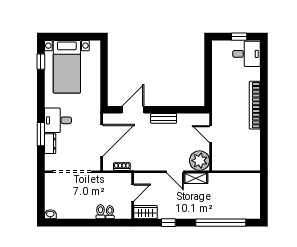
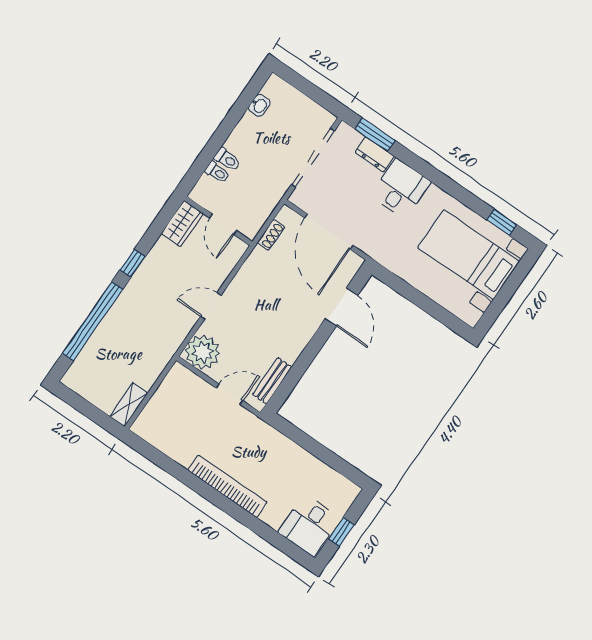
bench: (164, 118) -> (272, 381), moved
window: (41, 134) -> (375, 135), moved
shelving: (196, 178) -> (129, 405), moved
washbasin: (50, 214) -> (259, 105), moved
window: (168, 223) -> (132, 263), moved

